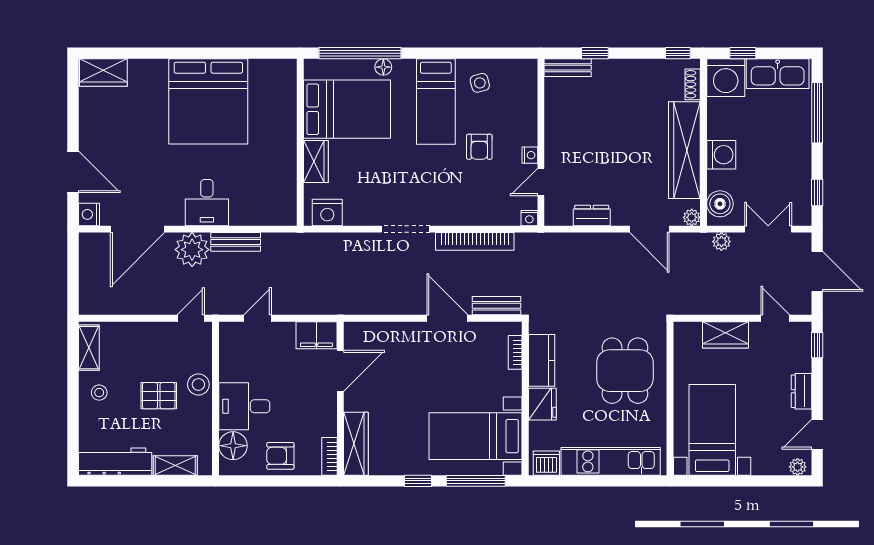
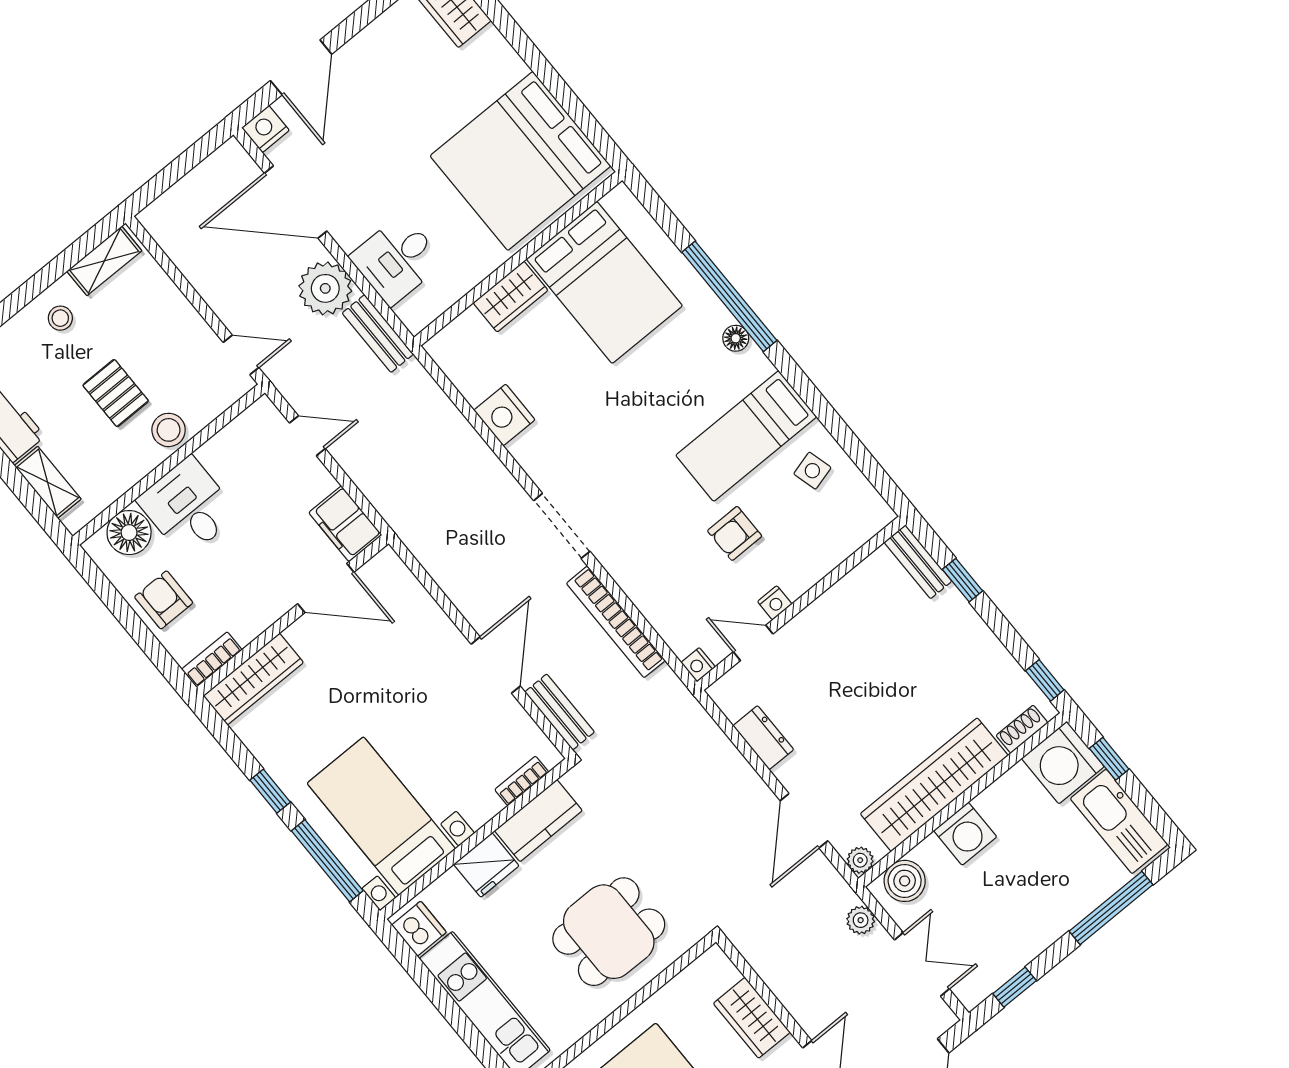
bed: (347, 109) -> (604, 282), moved
wall: (300, 142) -> (518, 259), moved
wardrobe: (316, 161) -> (510, 297), moved

